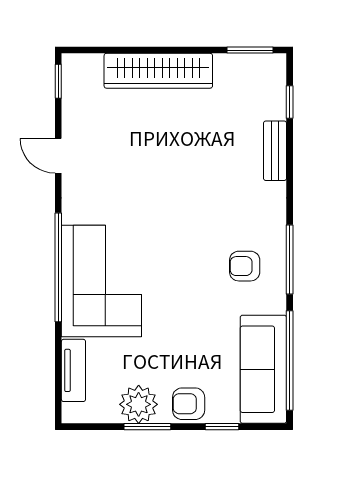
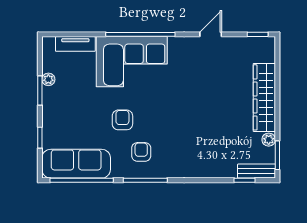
plant: (225, 64) -> (269, 140), added
bench: (275, 151) -> (257, 171), moved
plant: (139, 404) -> (48, 79), width x0.53, depth x0.53
armchair: (189, 404) -> (122, 120), moved

